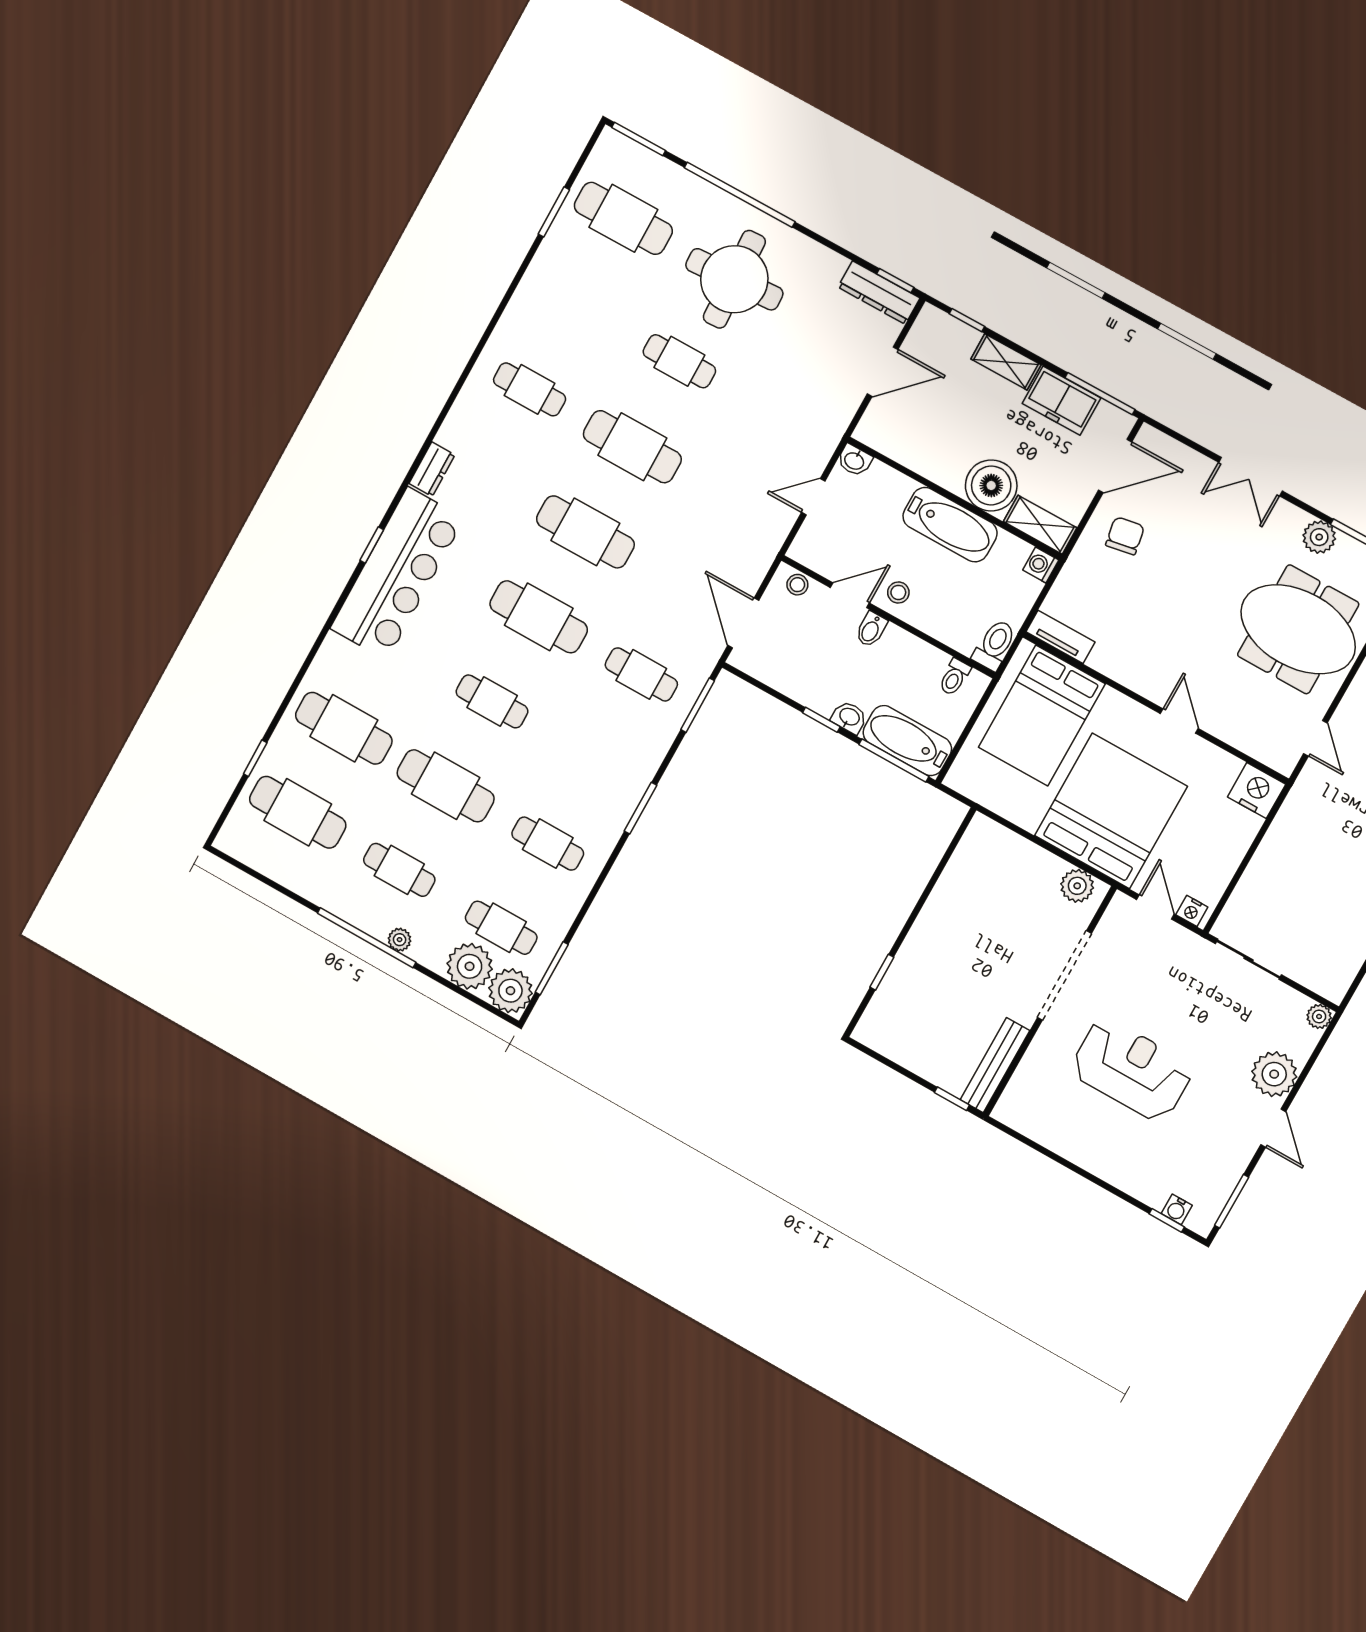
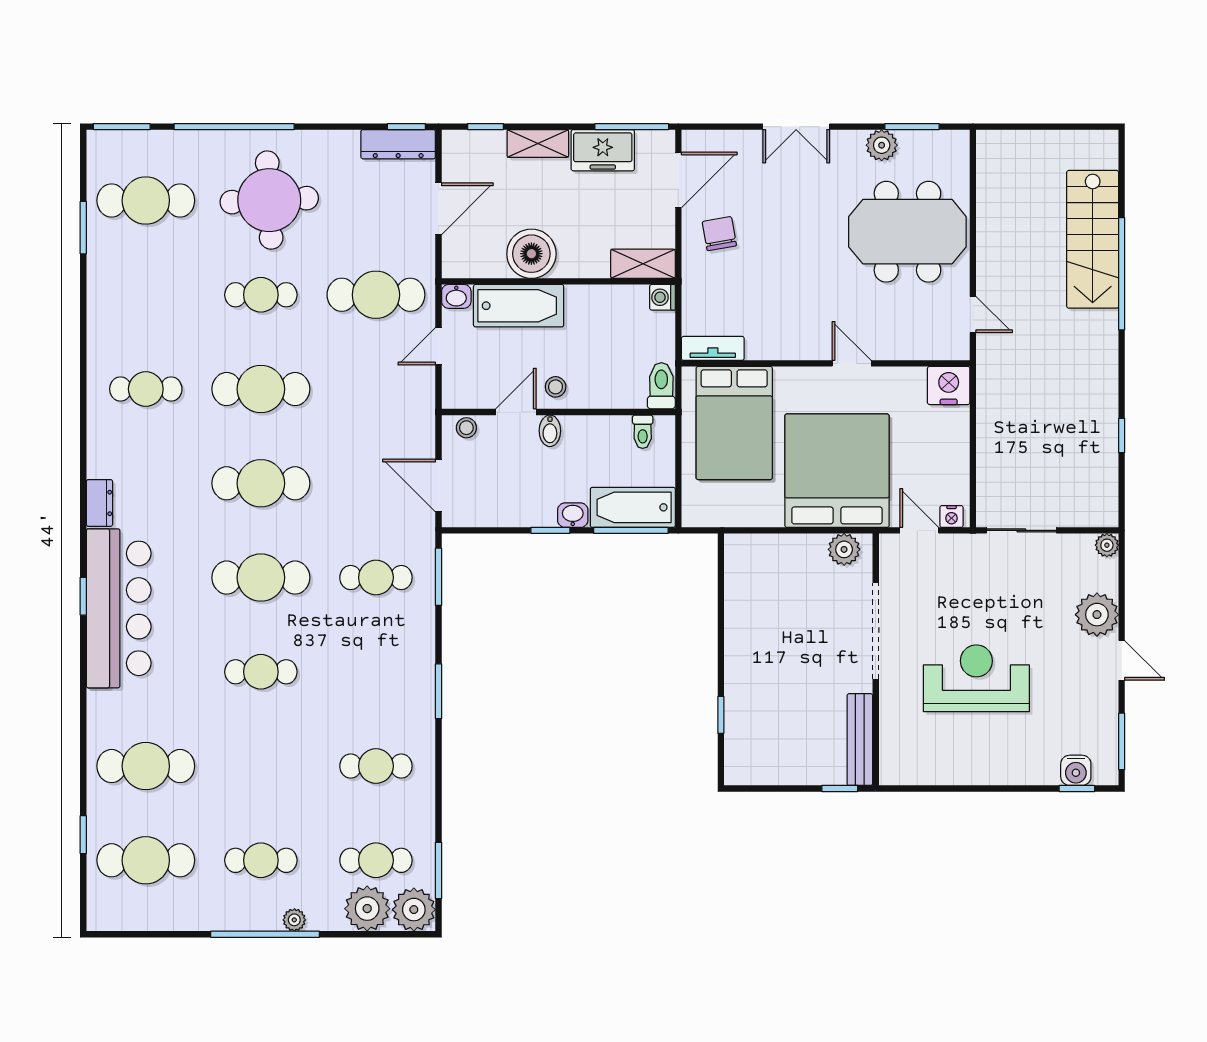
boiler: (991, 485) -> (531, 254), moved
bathtub: (950, 525) -> (519, 306), moved
cafe table: (446, 786) -> (376, 295), moved
water cooler: (1177, 1209) -> (1076, 770), width x1.38, depth x1.38

